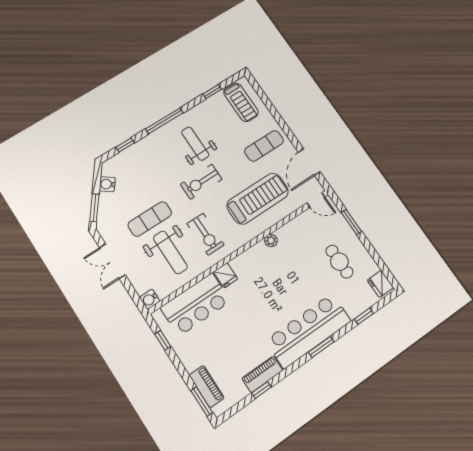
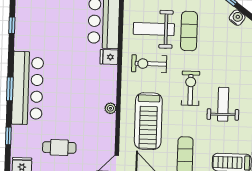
weight bench: (195, 144) -> (223, 104), turned -90
piano: (262, 374) -> (22, 34), removed

